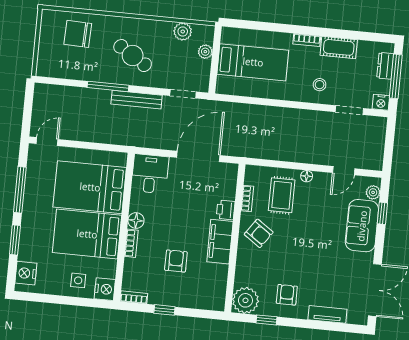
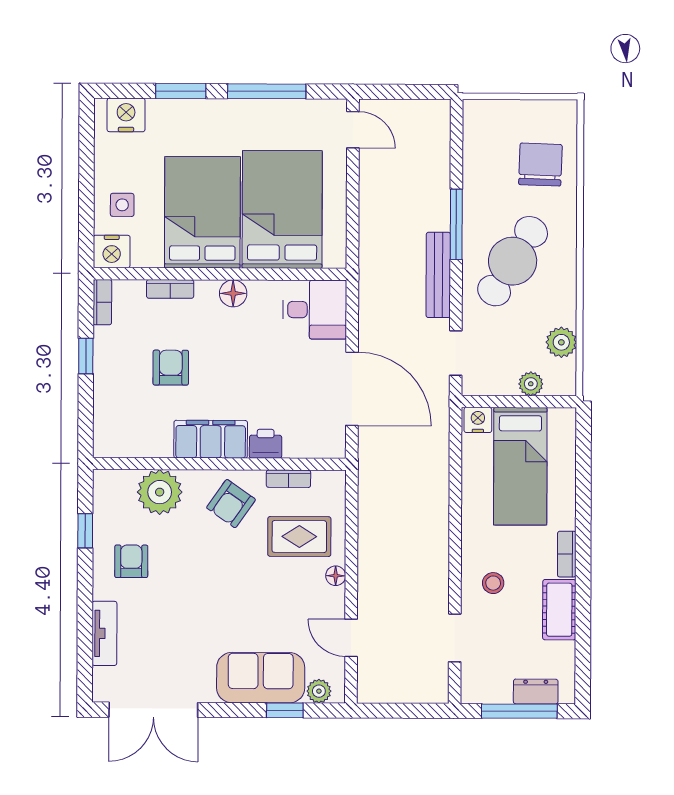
cafe table: (133, 56) -> (513, 261), width x1.37, depth x1.35
nightstand: (381, 102) -> (478, 420), moved, turned 90
bookcase: (131, 243) -> (170, 289), moved
armchair: (176, 261) -> (171, 368), turned -90
armchair: (287, 295) -> (131, 561), turned -90
plant: (245, 300) -> (160, 492), moved

